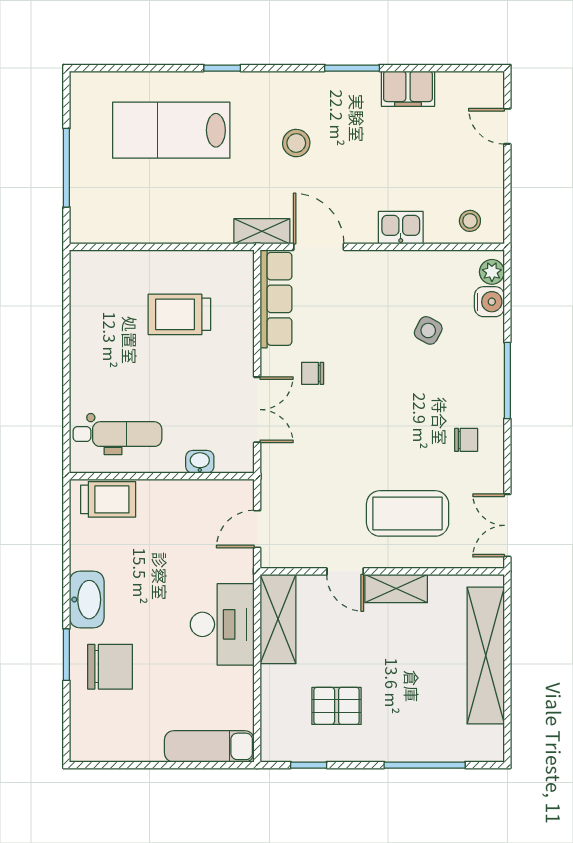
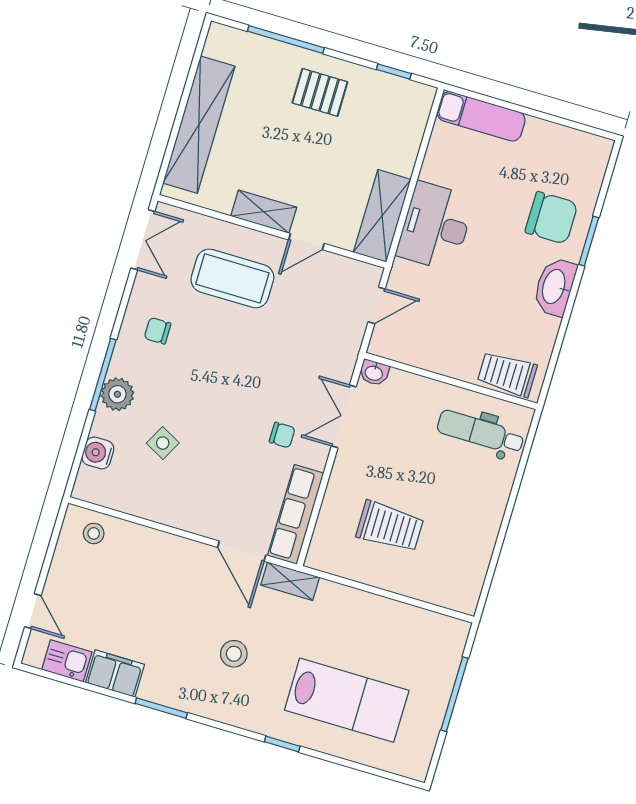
kitchen sink: (401, 228) -> (67, 661), moved, turned 180
plant: (492, 272) -> (117, 394), moved, width x1.38, depth x1.38
washbasin: (200, 462) -> (374, 373), moved
door: (345, 571) -> (306, 242), swing flipped
chair: (110, 667) -> (551, 218), turned 180
pallet: (337, 706) -> (320, 92), moved

